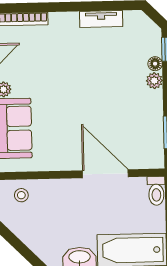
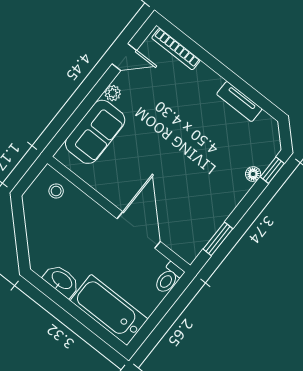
plant: (154, 81) -> (241, 187), removed

